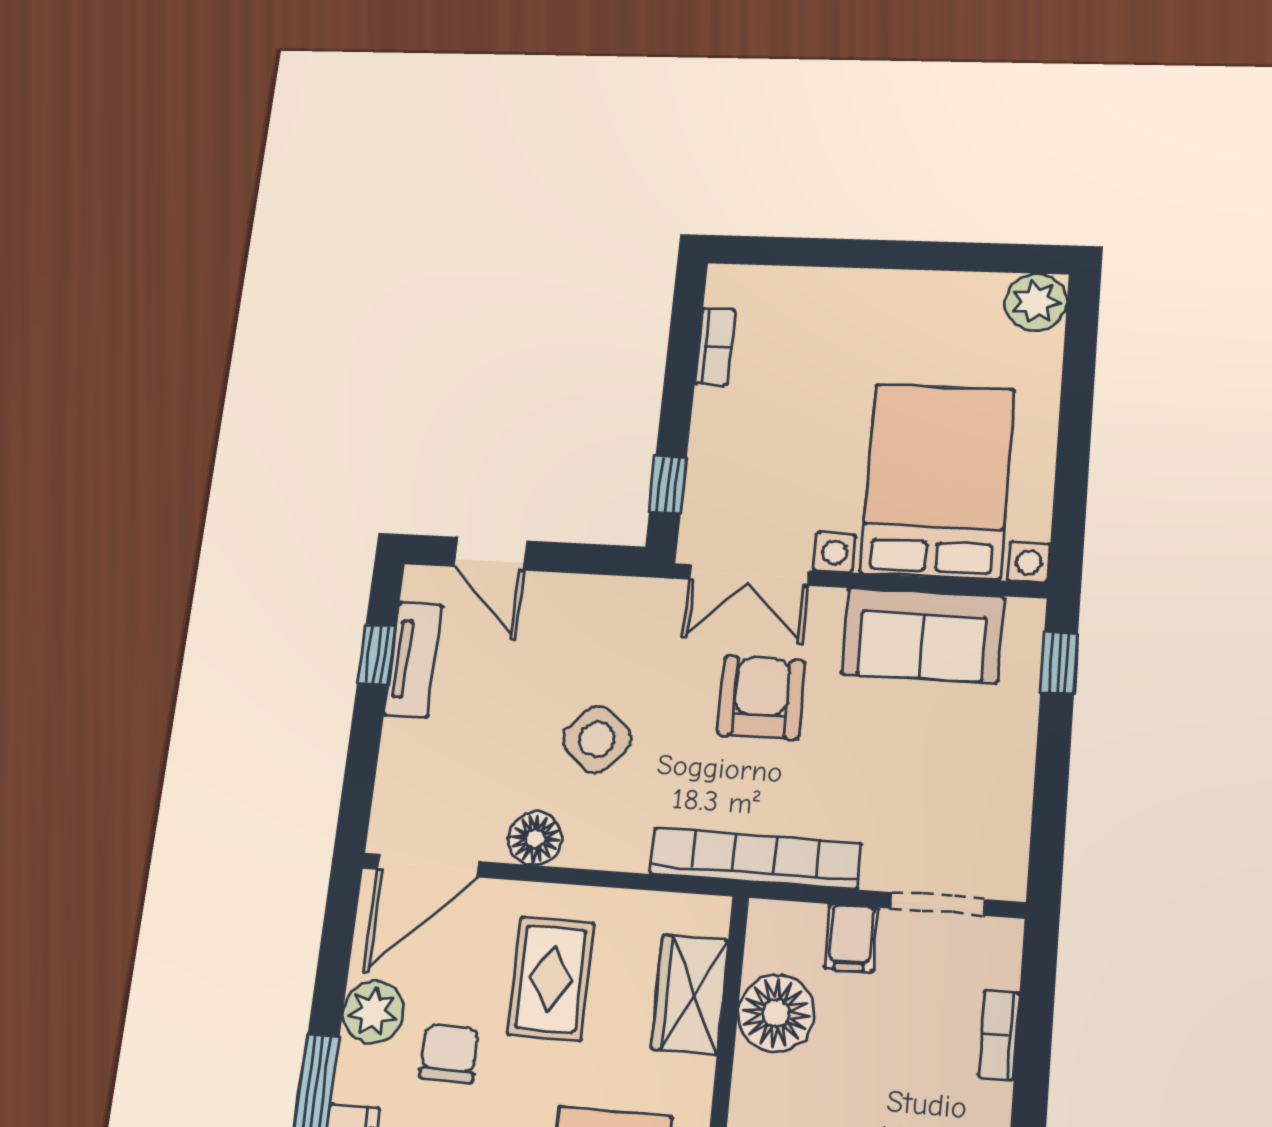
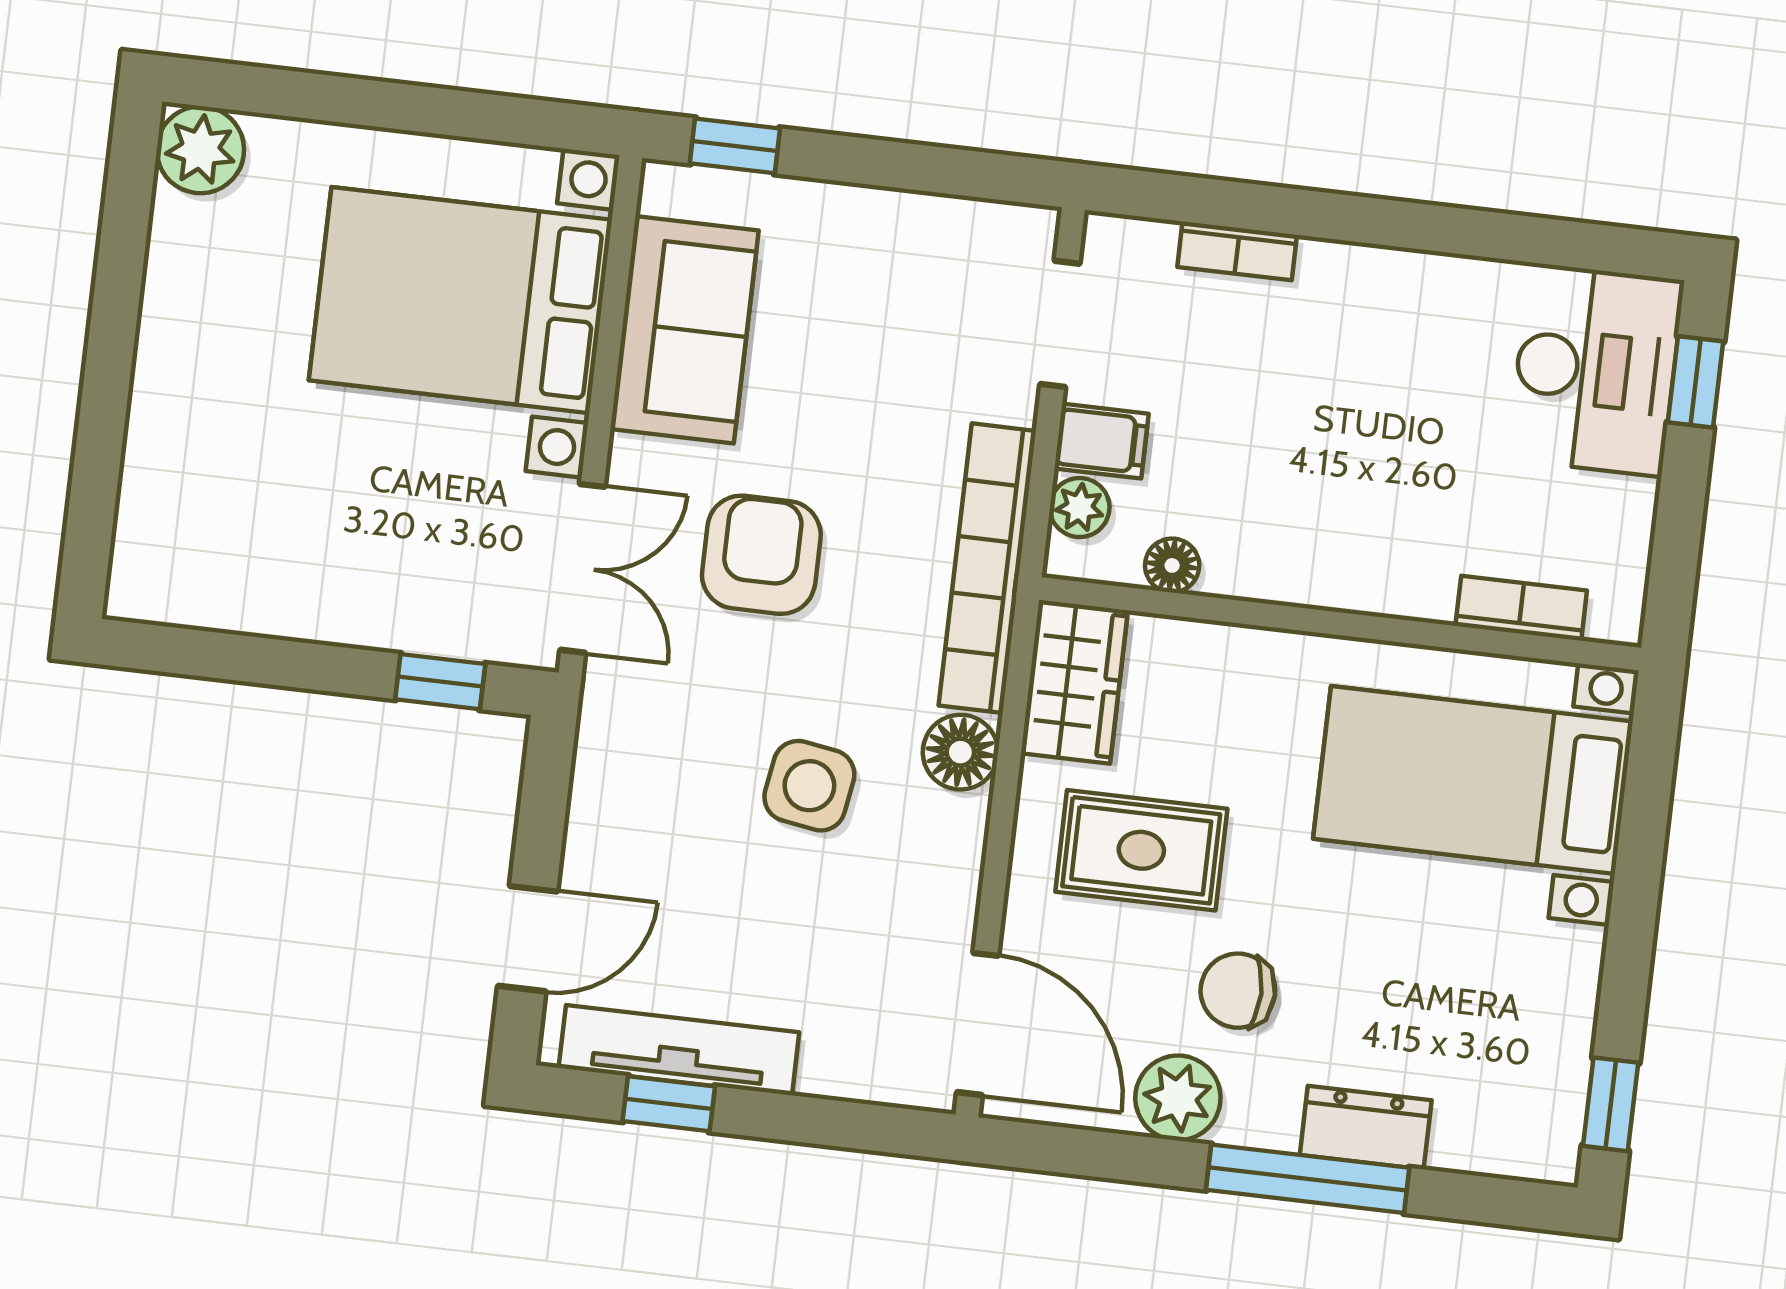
bookcase: (715, 347) -> (233, 611), removed
tv unit: (413, 660) -> (679, 1050), width x1.41
armchair: (761, 697) -> (761, 555), turned 90
side table: (597, 739) -> (809, 786), turned -33
floor lamp: (535, 839) -> (960, 752), moved
plant: (801, 924) -> (1080, 508), added
wardrobe: (690, 994) -> (1074, 682), moved, turned -90
floor lamp: (776, 1013) -> (1172, 565), width x0.53, depth x0.53

